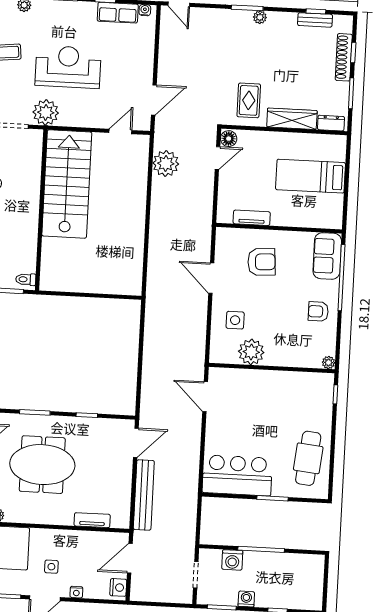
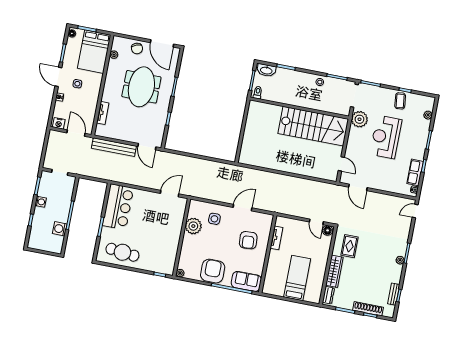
reception desk: (68, 67) -> (386, 137), turned 180
rug: (249, 100) -> (349, 246), turned 90
plant: (166, 163) -> (318, 189), removed
armchair: (318, 311) -> (213, 271), width x1.88, depth x1.88
washing machine: (232, 560) -> (60, 229), moved

